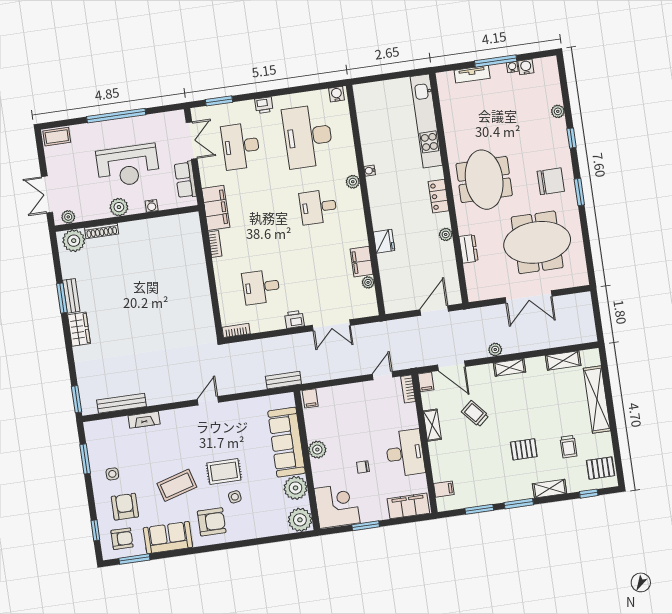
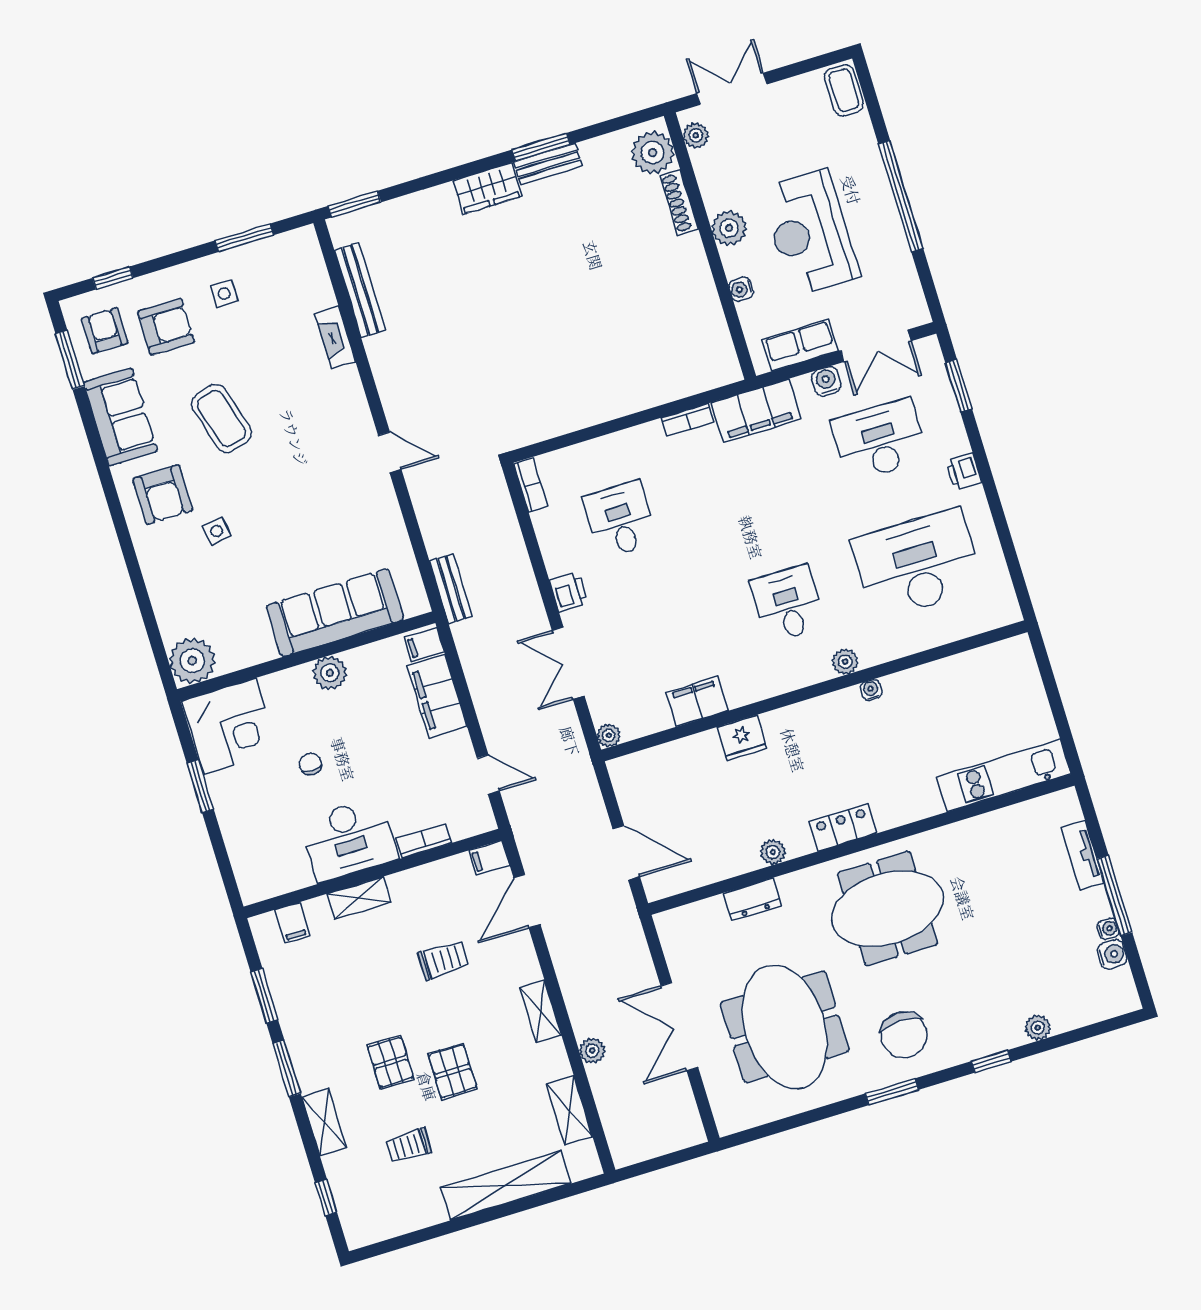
water cooler: (337, 94) -> (826, 381), moved, turned -90
kitchen unit: (426, 121) -> (1004, 775), width x0.73
plant: (368, 282) -> (609, 735), moved
plant: (495, 350) -> (592, 1051), moved
bookcase: (408, 389) -> (424, 841), moved
trolley: (475, 414) -> (443, 960), turned 41
shelving: (432, 425) -> (359, 898), moved
pallet: (600, 468) -> (452, 1071), moved
rug: (224, 471) -> (261, 503), removed
plant: (296, 488) -> (251, 643), removed
filing cabinet: (408, 506) -> (437, 696), moved, turned 180
armchair: (122, 539) -> (105, 331), turned 180

